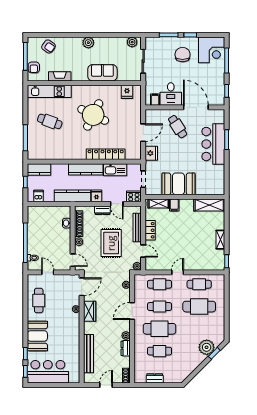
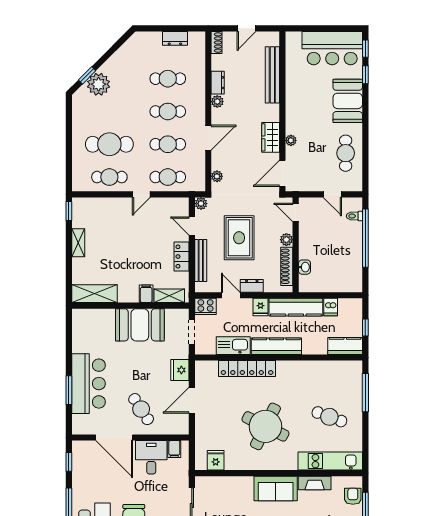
sofa: (102, 73) -> (276, 488), moved
dishwasher: (38, 196) -> (331, 307), moved
cafe table: (160, 329) -> (168, 111), width x0.73, depth x0.74

